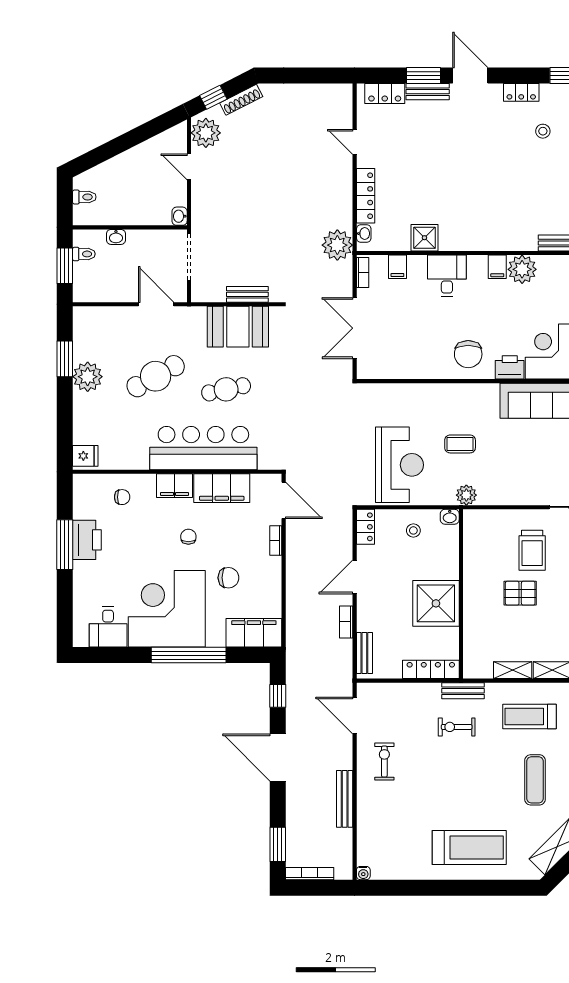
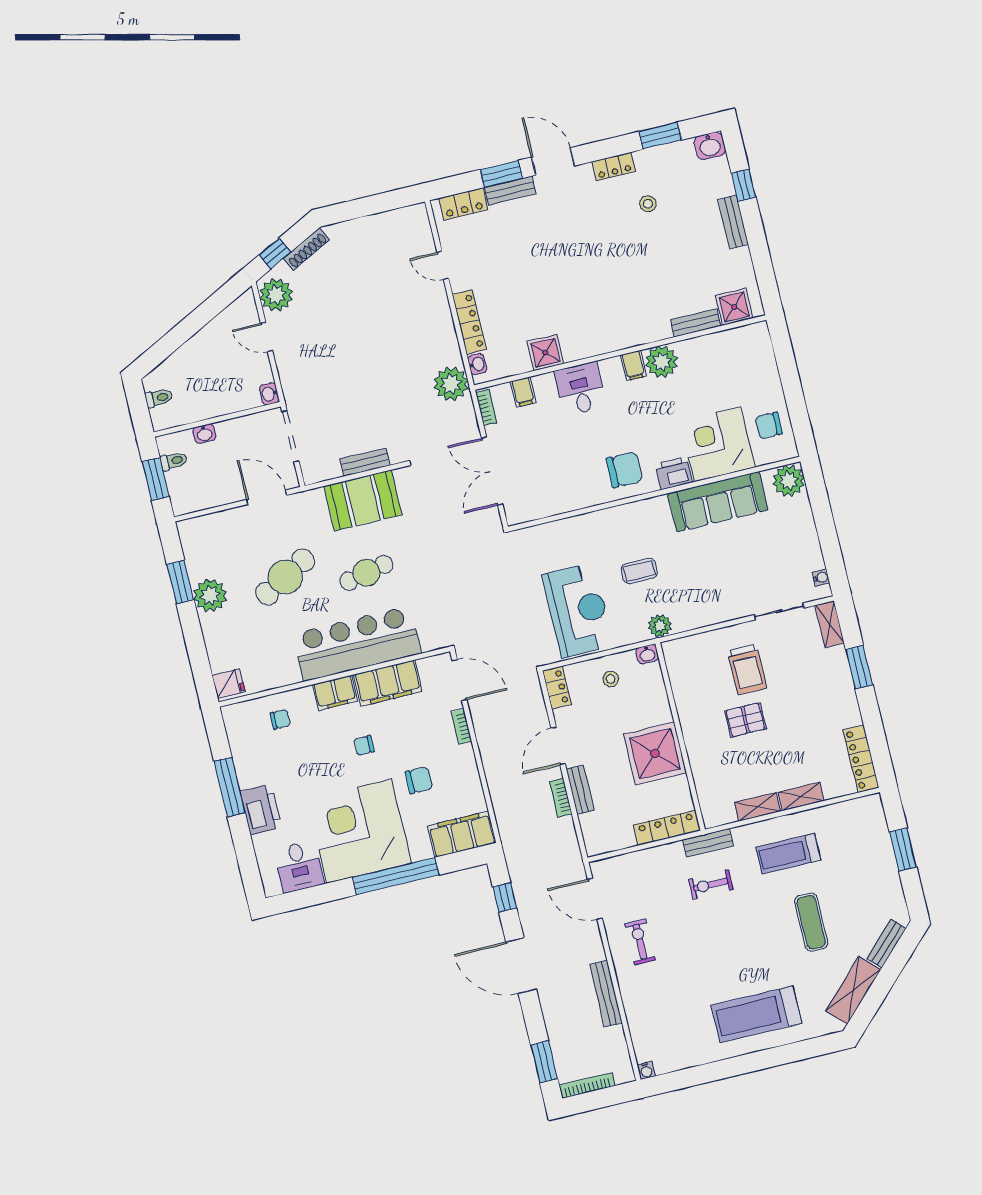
chair: (468, 354) -> (625, 470), turned -90
chair: (188, 537) -> (364, 745), turned -90
printer: (87, 540) -> (261, 810), moved
bench: (364, 653) -> (580, 790), moved
treadmill: (469, 848) -> (757, 1014), turned 180

